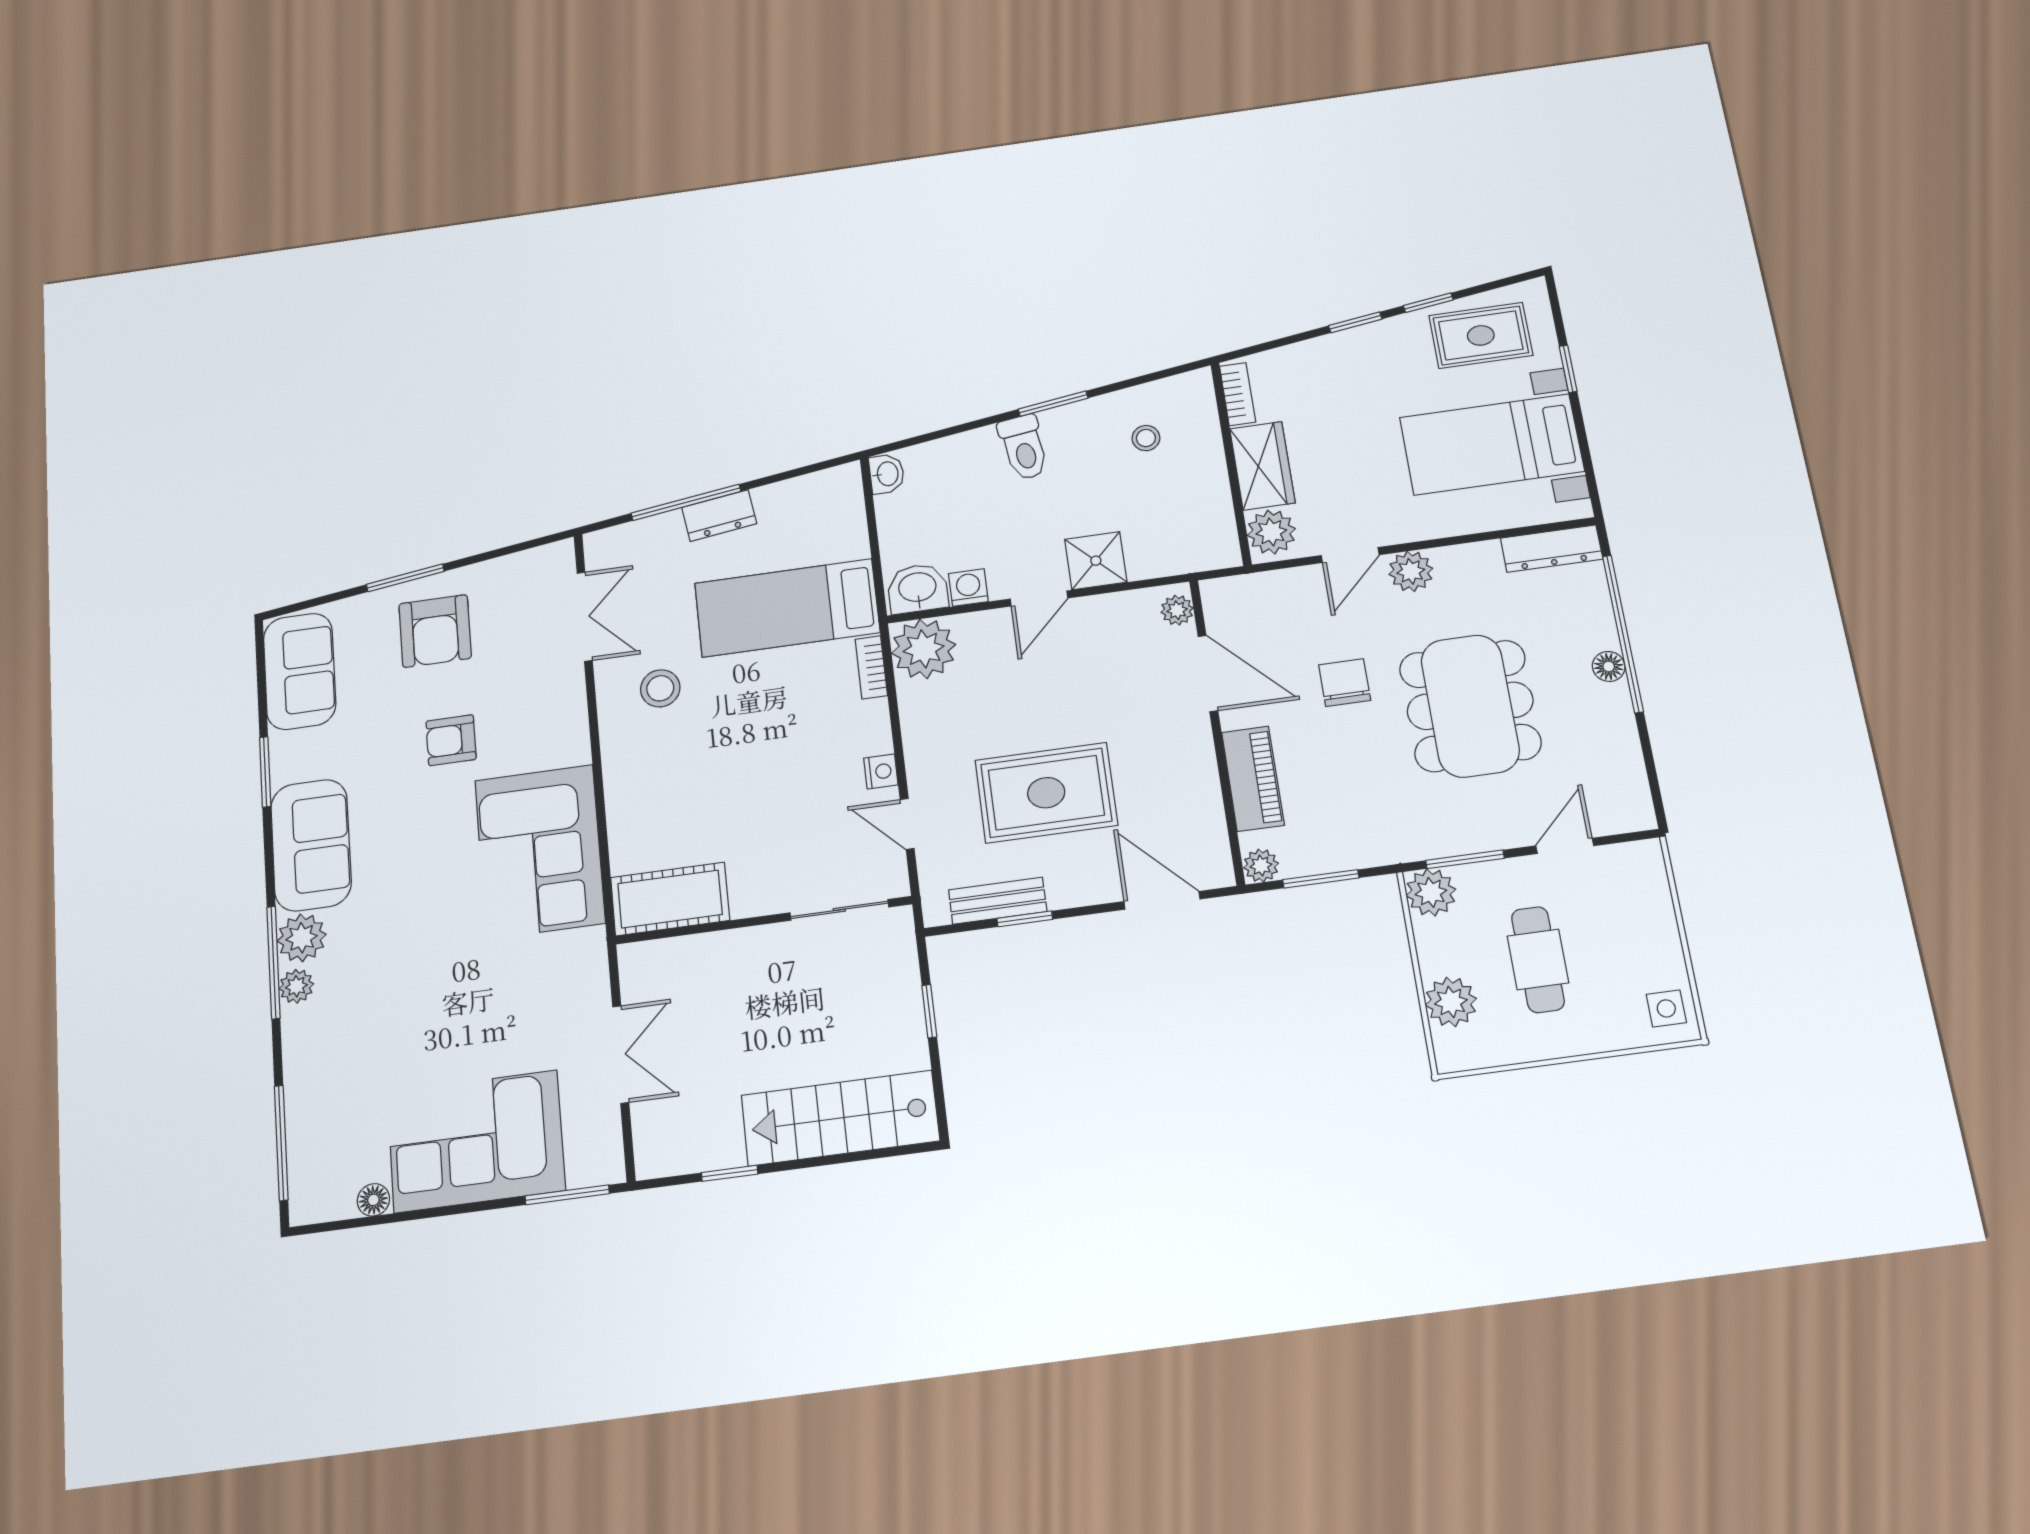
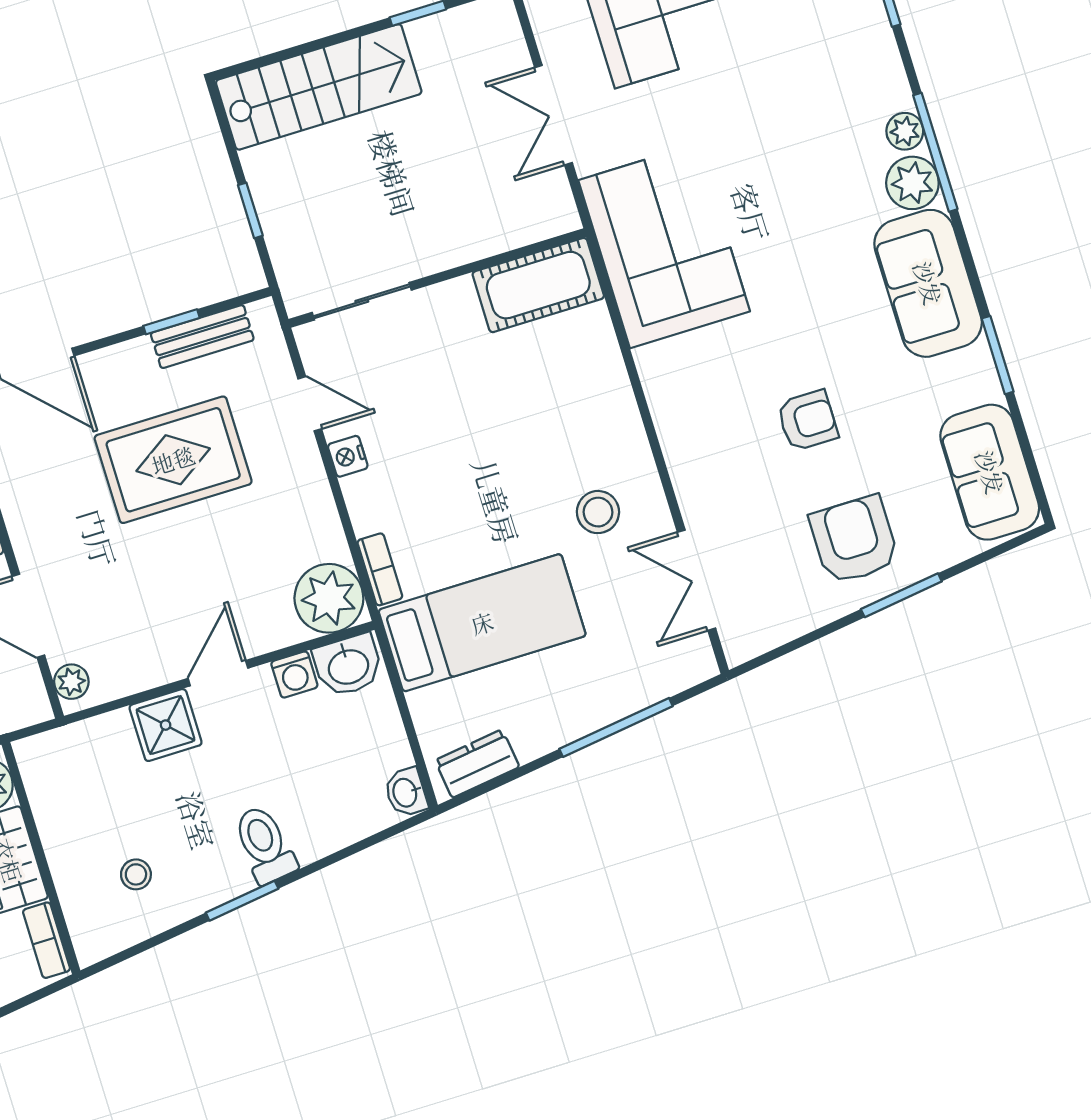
dresser: (719, 516) -> (477, 764), moved
corner sofa: (540, 851) -> (664, 246), moved

